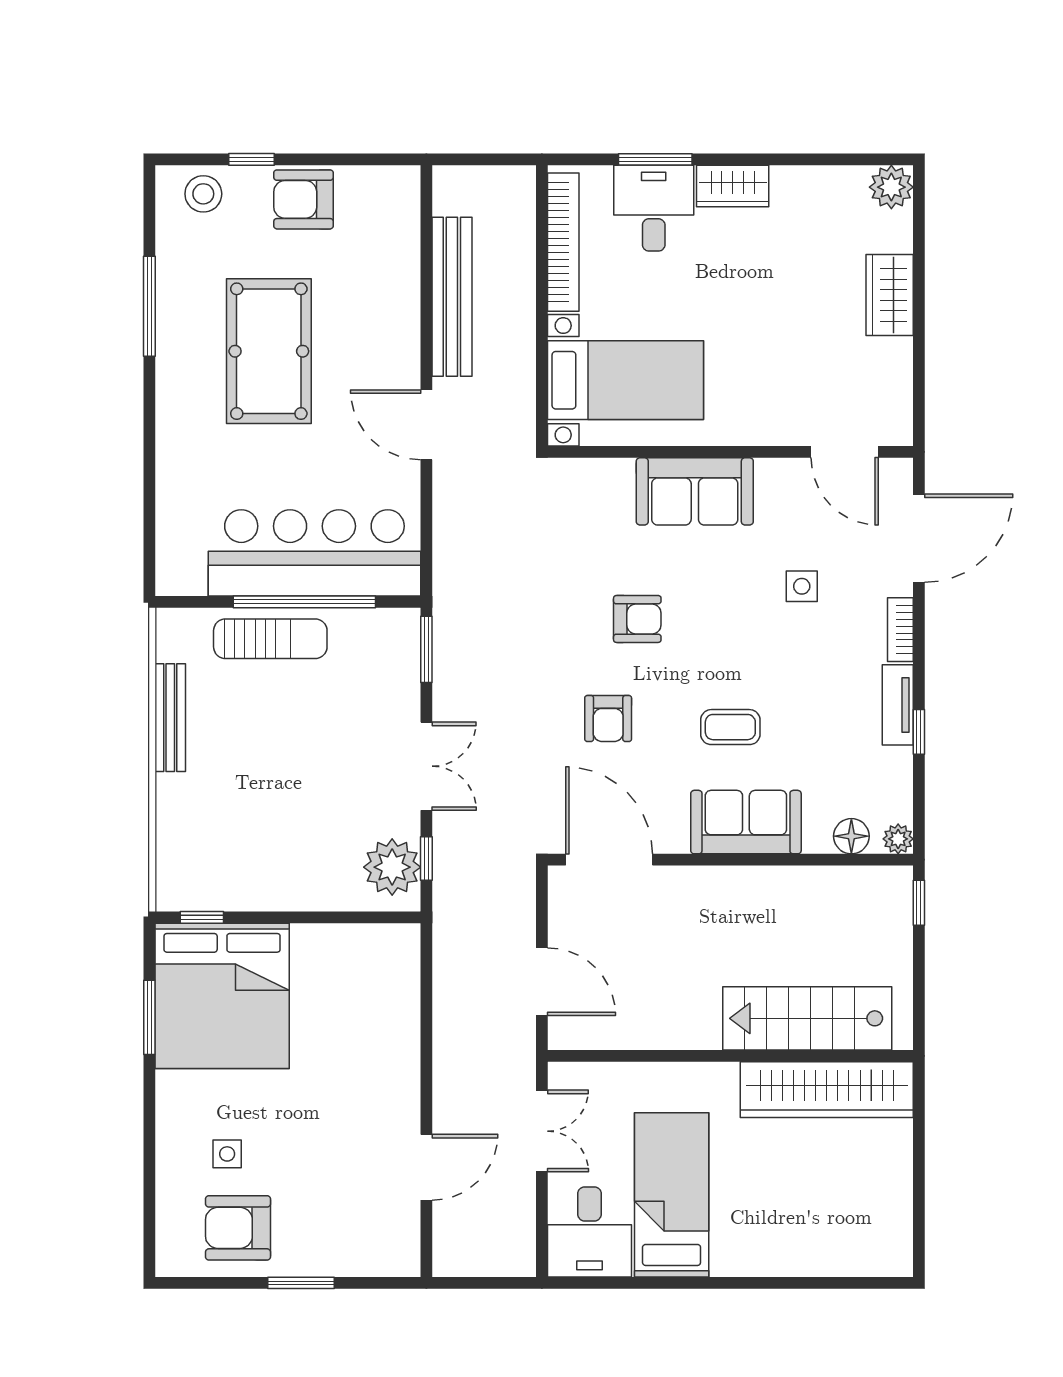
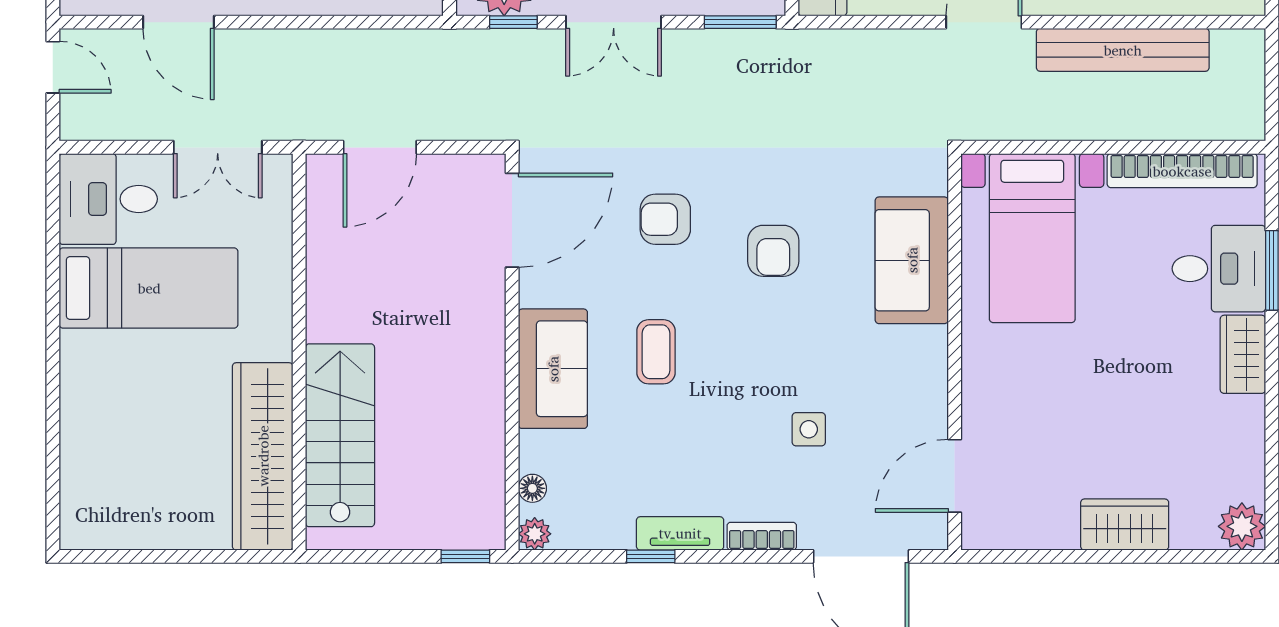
sofa: (695, 491) -> (912, 260), moved
floor lamp: (851, 836) -> (532, 488), width x0.73, depth x0.73
door: (468, 1283) -> (53, 67), added

